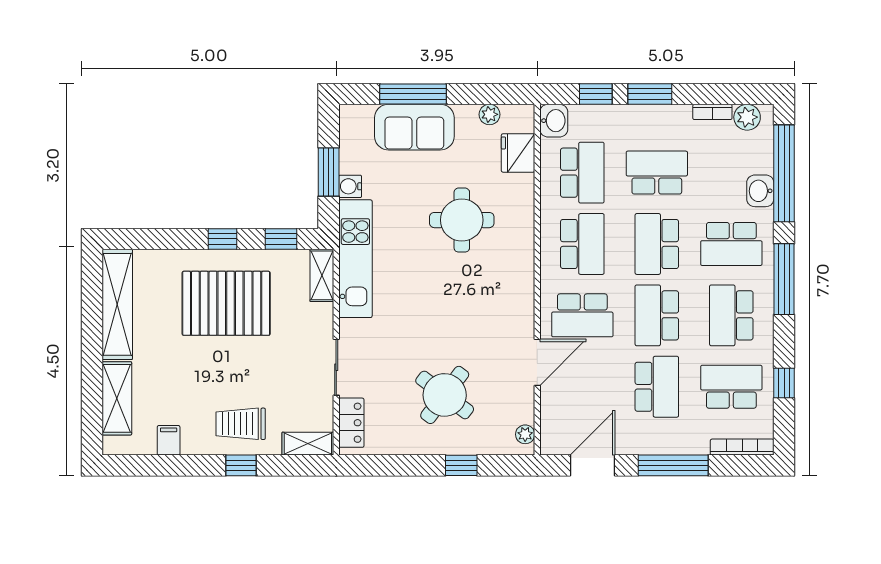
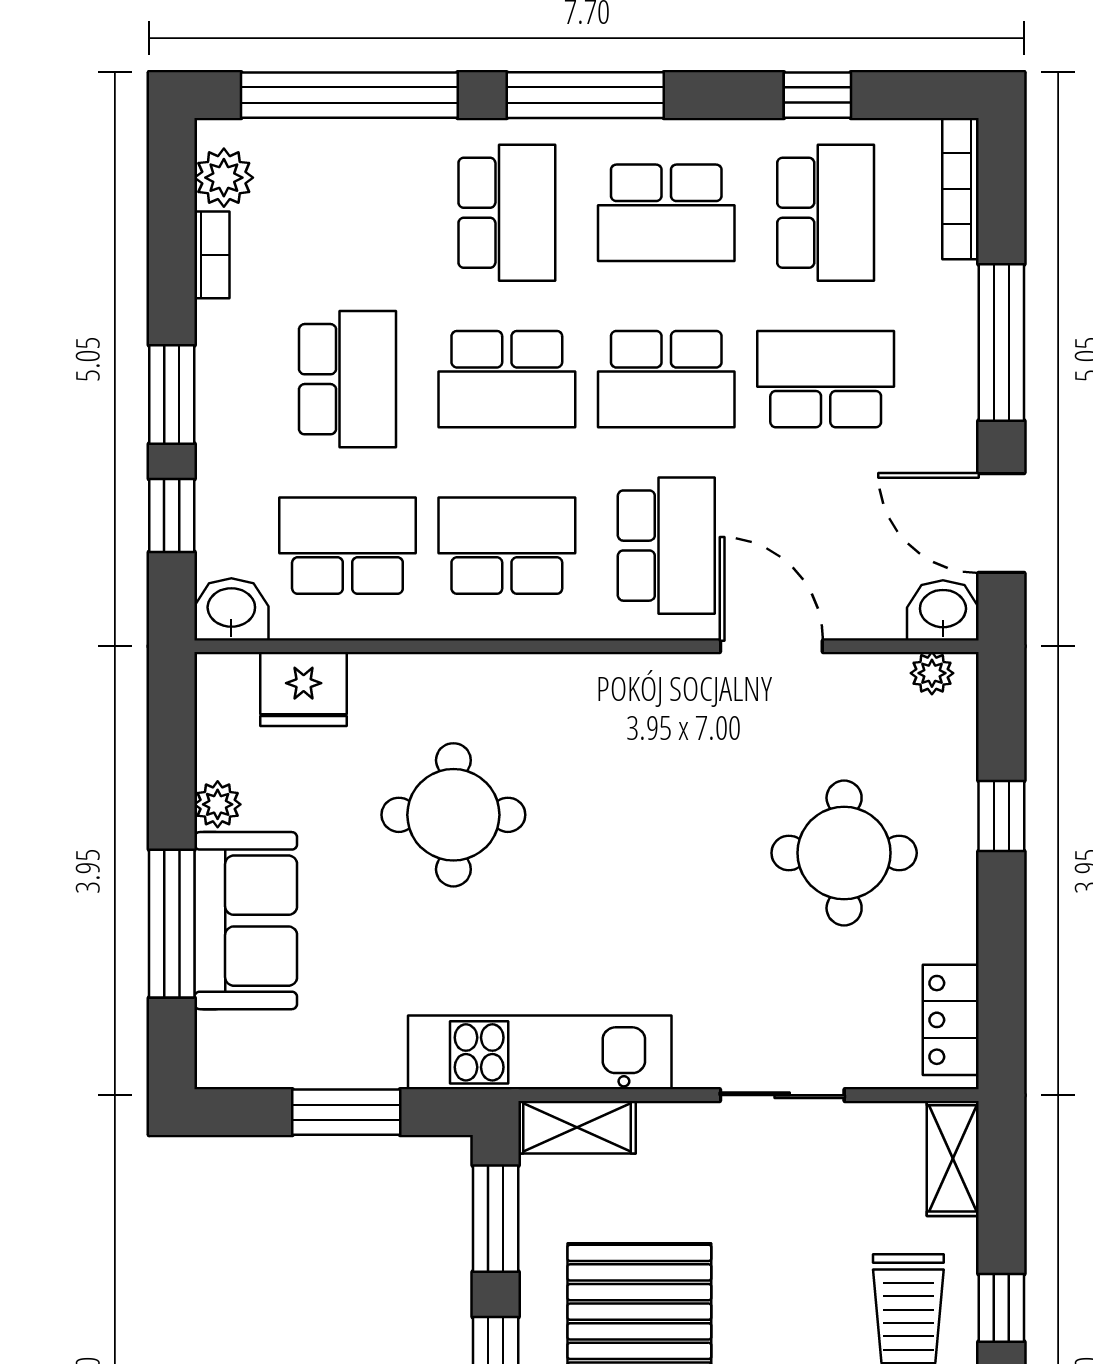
plant: (490, 114) -> (218, 804), moved
school desk: (657, 173) -> (347, 379), turned 180
water cooler: (350, 186) -> (378, 1064), removed
washbasin: (760, 191) -> (943, 610), moved, turned 180
window: (281, 239) -> (496, 1219), width x1.50
school desk: (731, 387) -> (826, 213), turned 180
round table: (445, 395) -> (844, 853), turned -37
locker: (351, 423) -> (951, 1020), moved, turned -90

